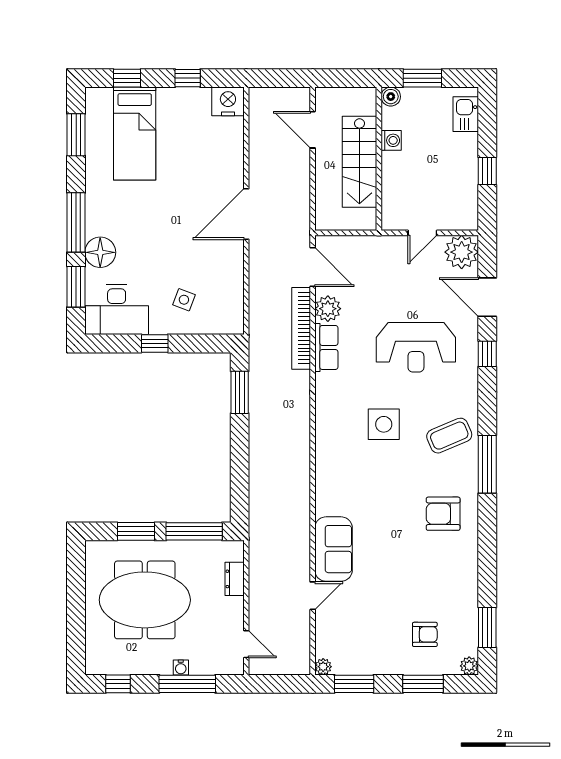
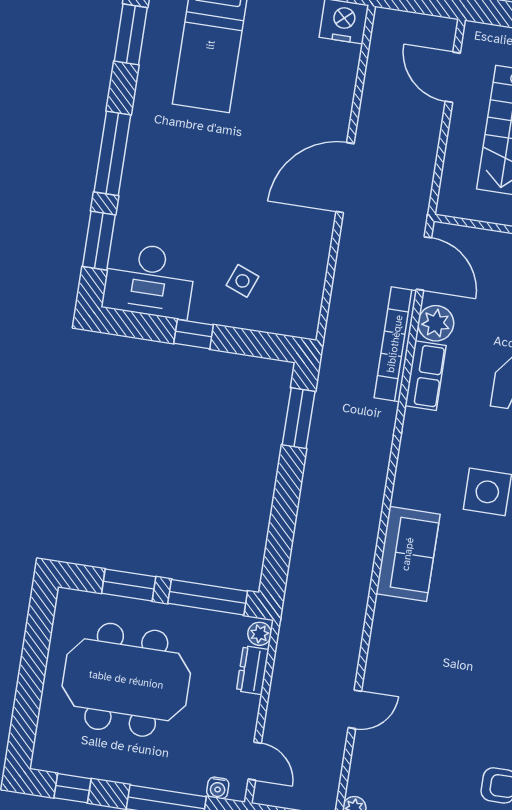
floor lamp: (100, 252) -> (139, 199), removed
sofa: (334, 549) -> (408, 554), moved
plant: (236, 552) -> (260, 634), added
water cooler: (181, 668) -> (218, 788), moved

